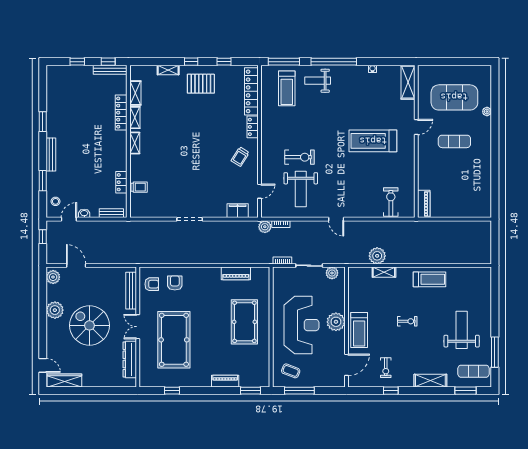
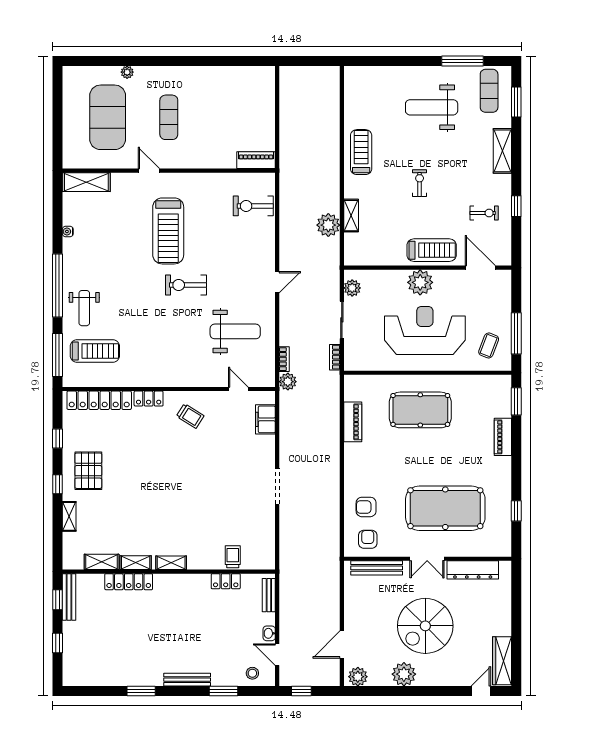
exercise bike: (299, 157) -> (186, 285), moved, turned -90

